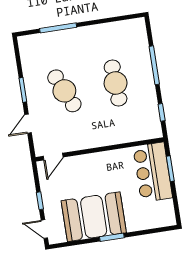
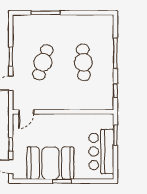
cafe table: (64, 91) -> (43, 62), turned 42
bar counter: (153, 172) -> (101, 151), moved

